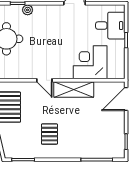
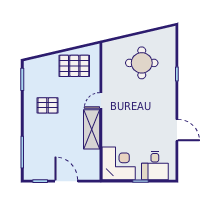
plant: (28, 10) -> (170, 84), removed
corner desk: (90, 62) -> (119, 163), moved
door: (126, 99) -> (66, 181), moved

